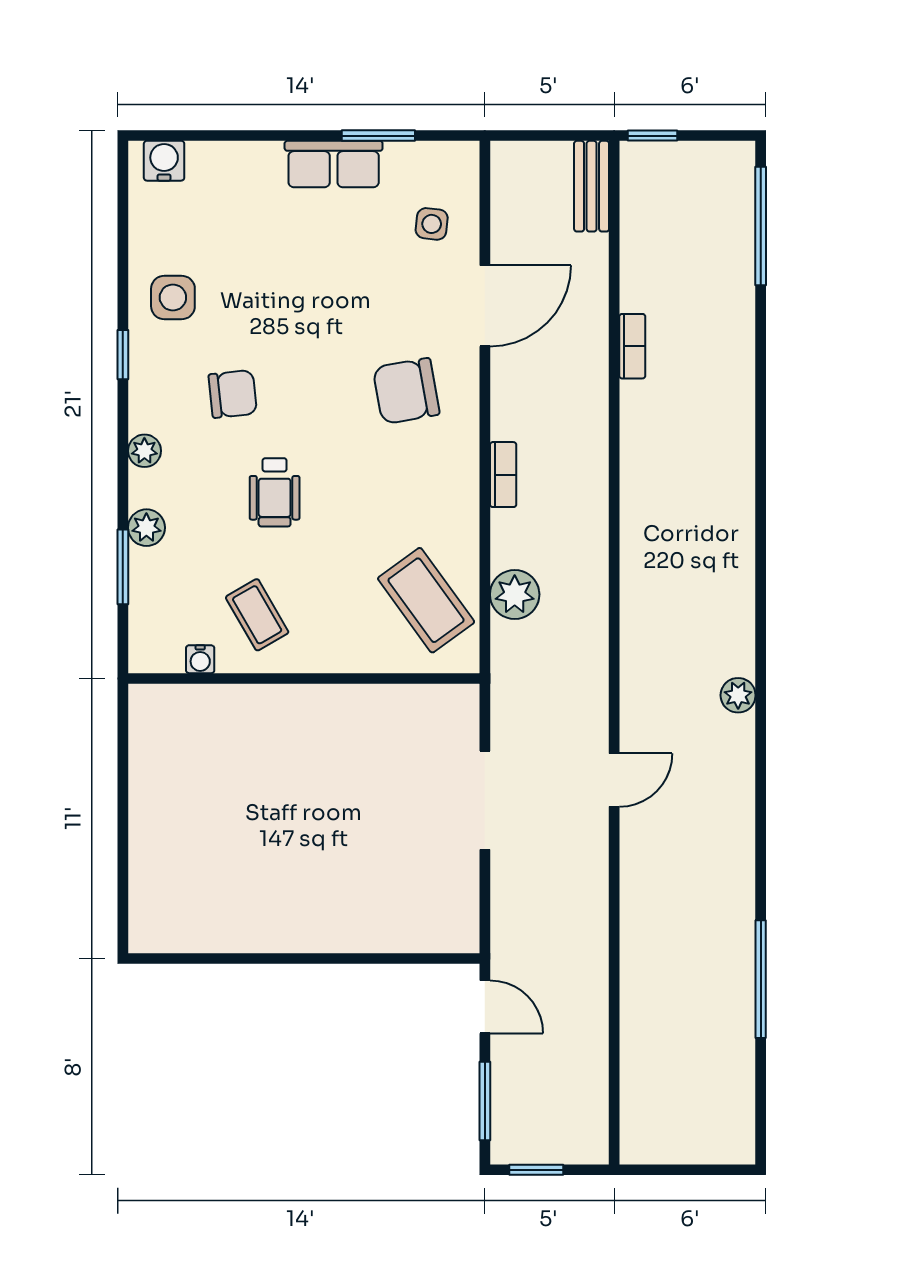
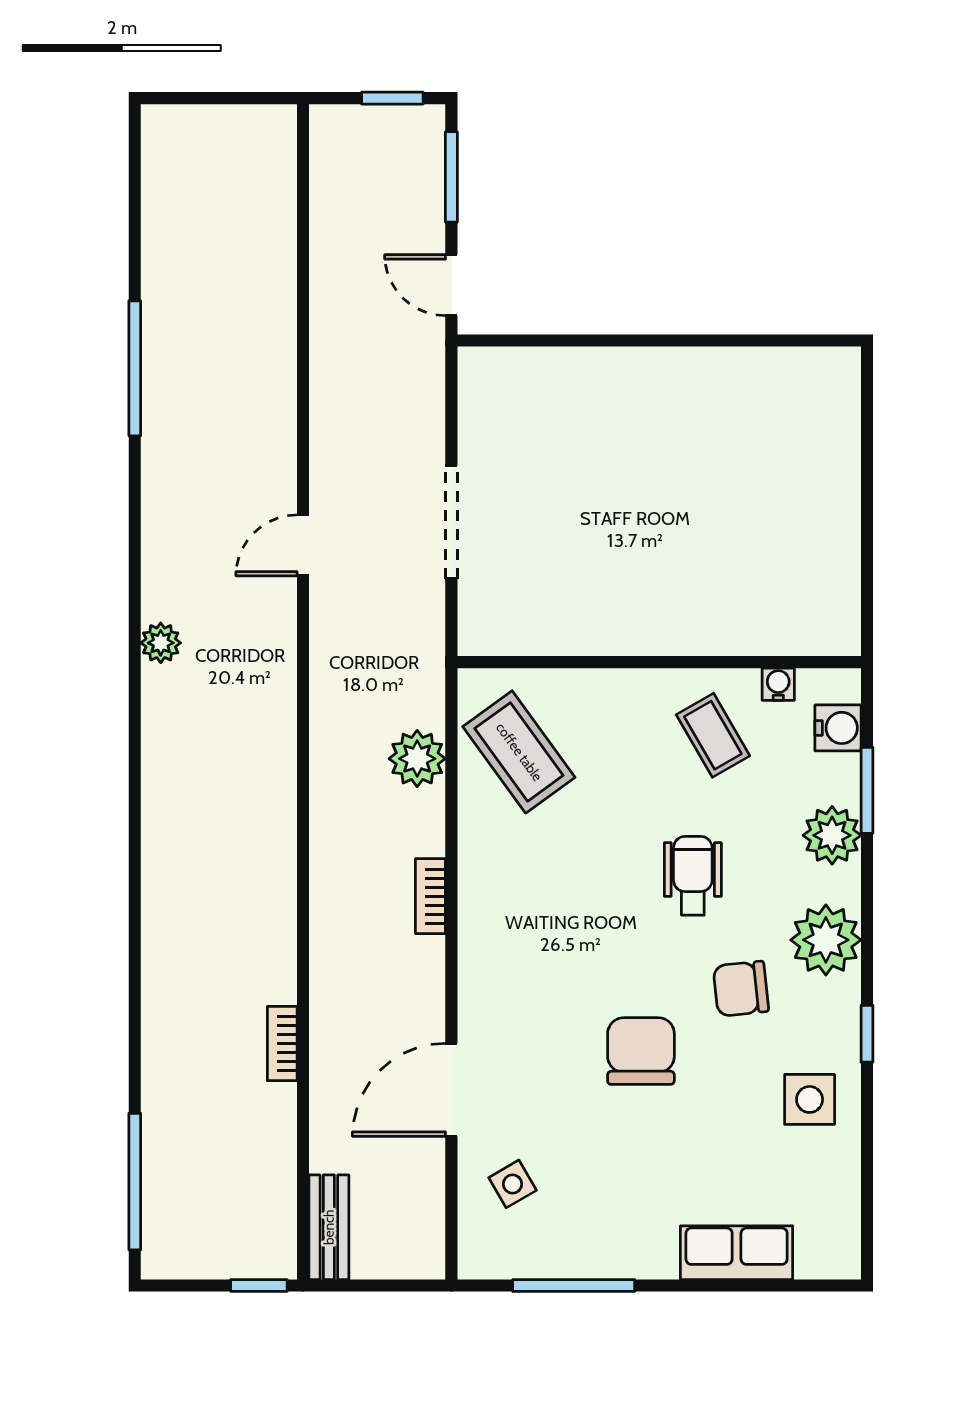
window: (378, 136) -> (574, 1285), width x1.44
water cooler: (164, 161) -> (838, 728), moved, turned -90
row of seats: (334, 164) -> (737, 1253), moved
side table: (432, 224) -> (513, 1184), turned -36
chair: (406, 391) -> (641, 1051), moved, turned -80
plant: (144, 451) -> (826, 940), width x1.88, depth x1.88
plant: (146, 528) -> (832, 835), width x1.38, depth x1.38
window: (761, 979) -> (135, 368), moved

